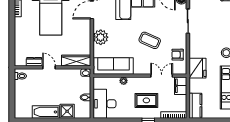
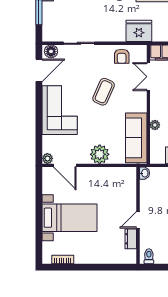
wardrobe: (76, 61) -> (129, 185), removed

